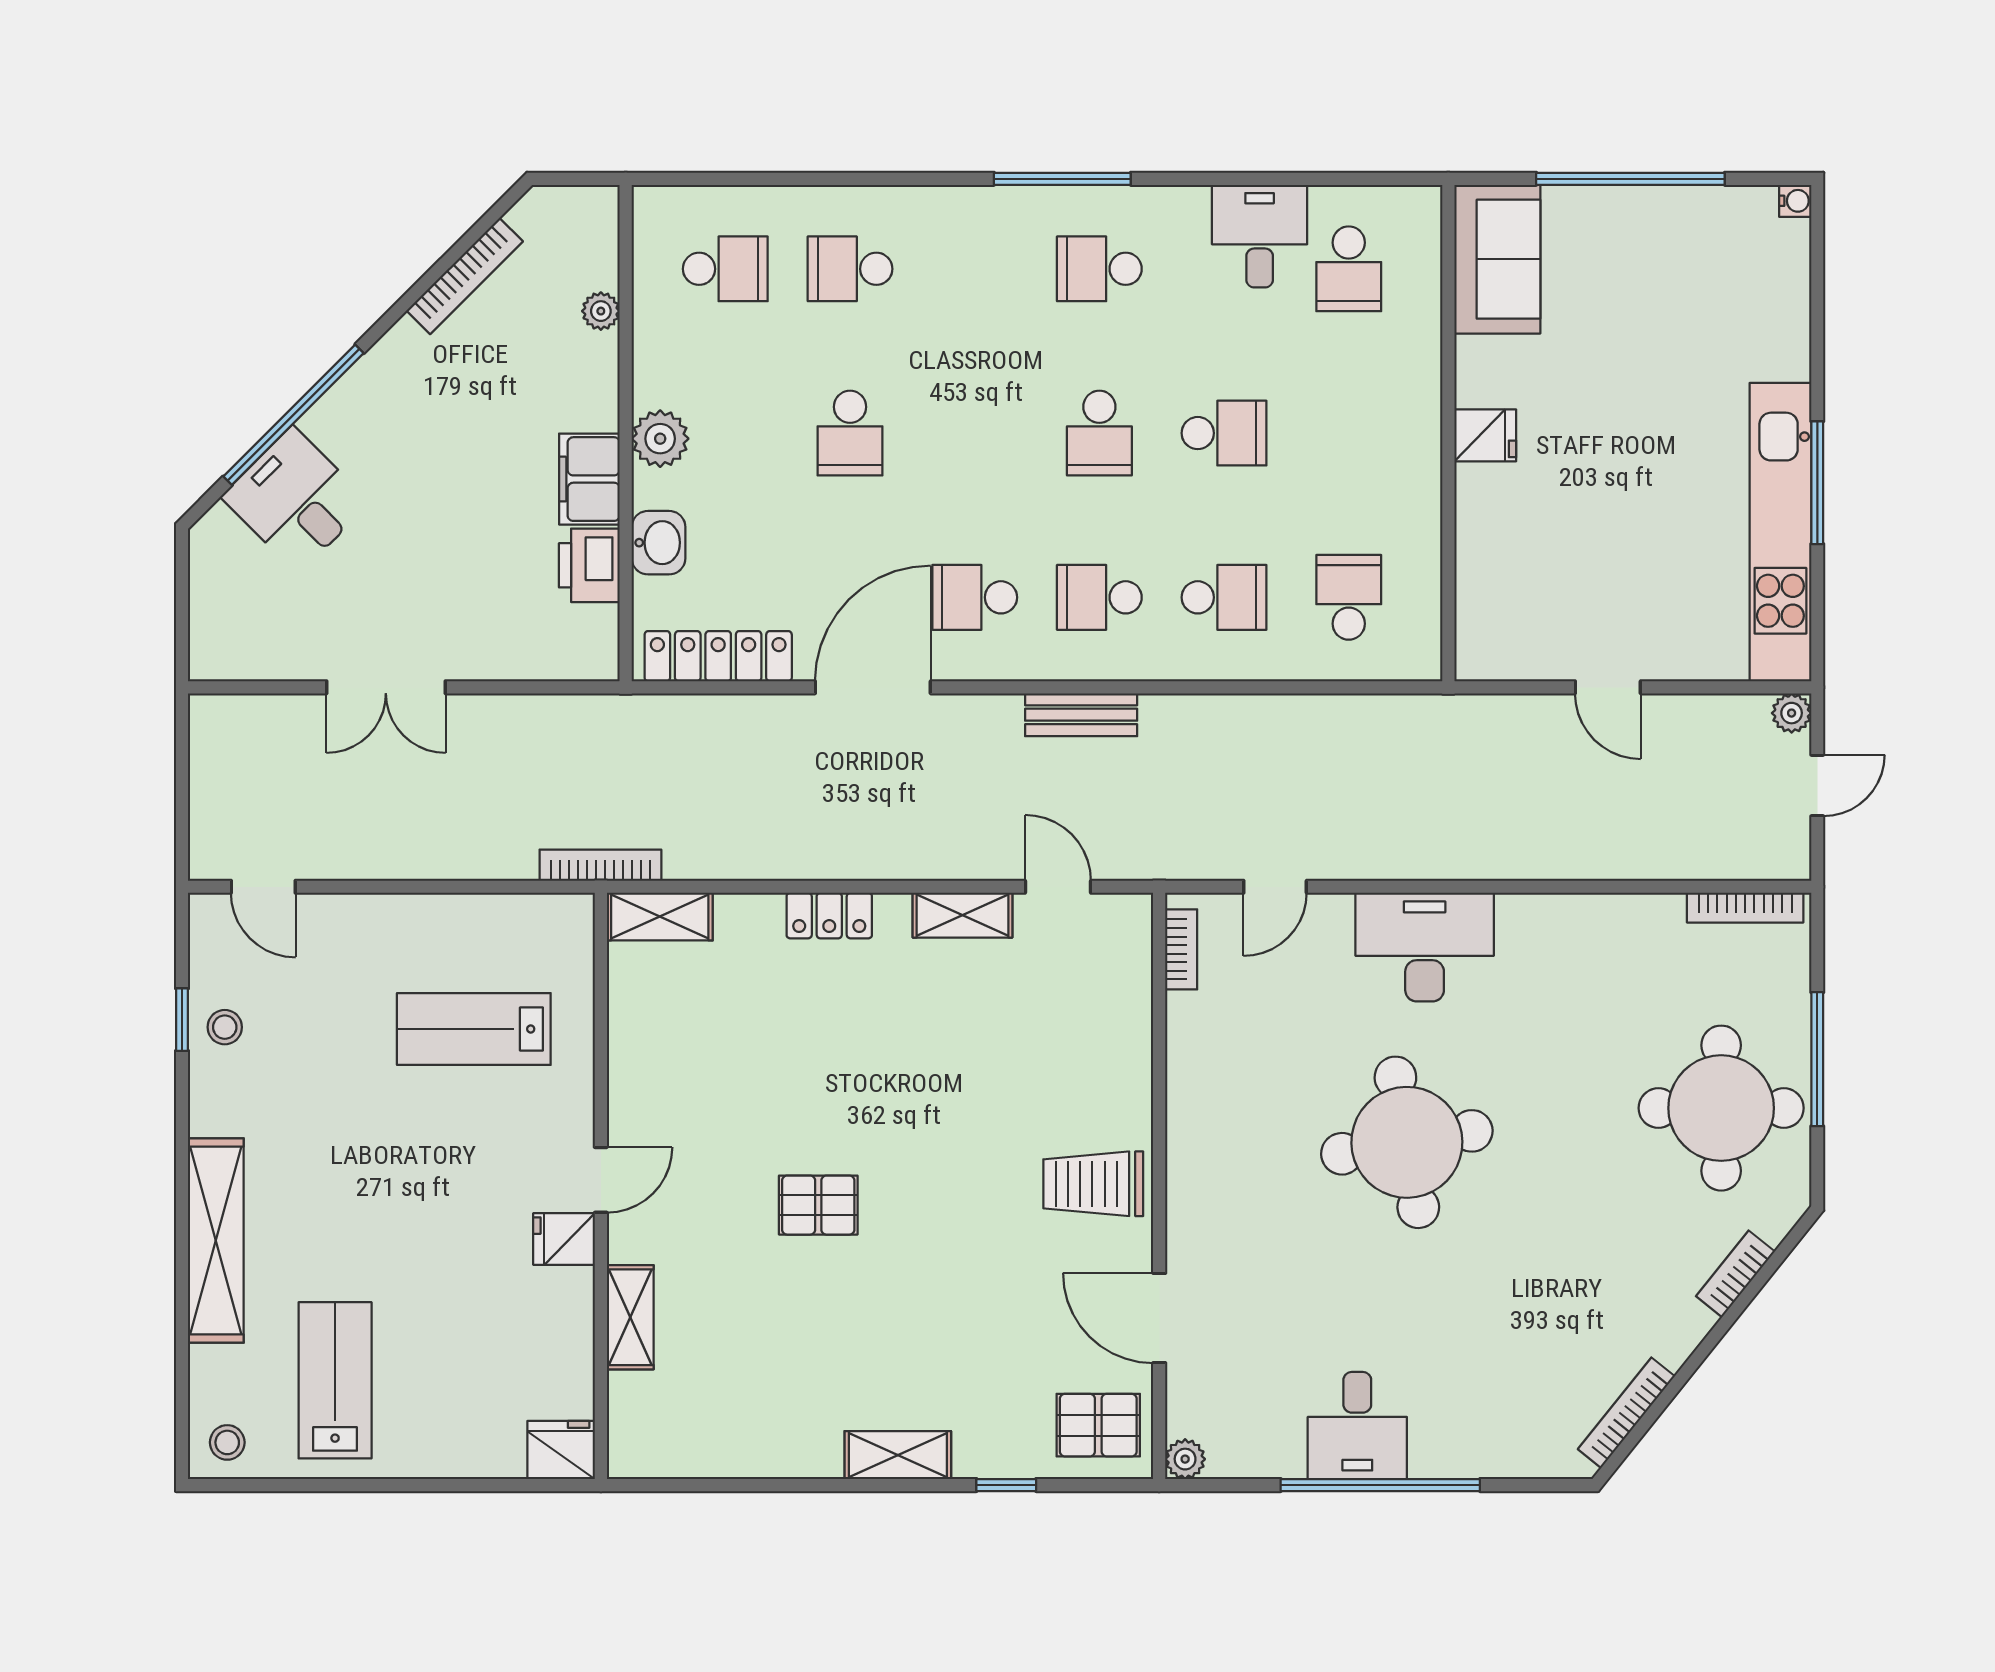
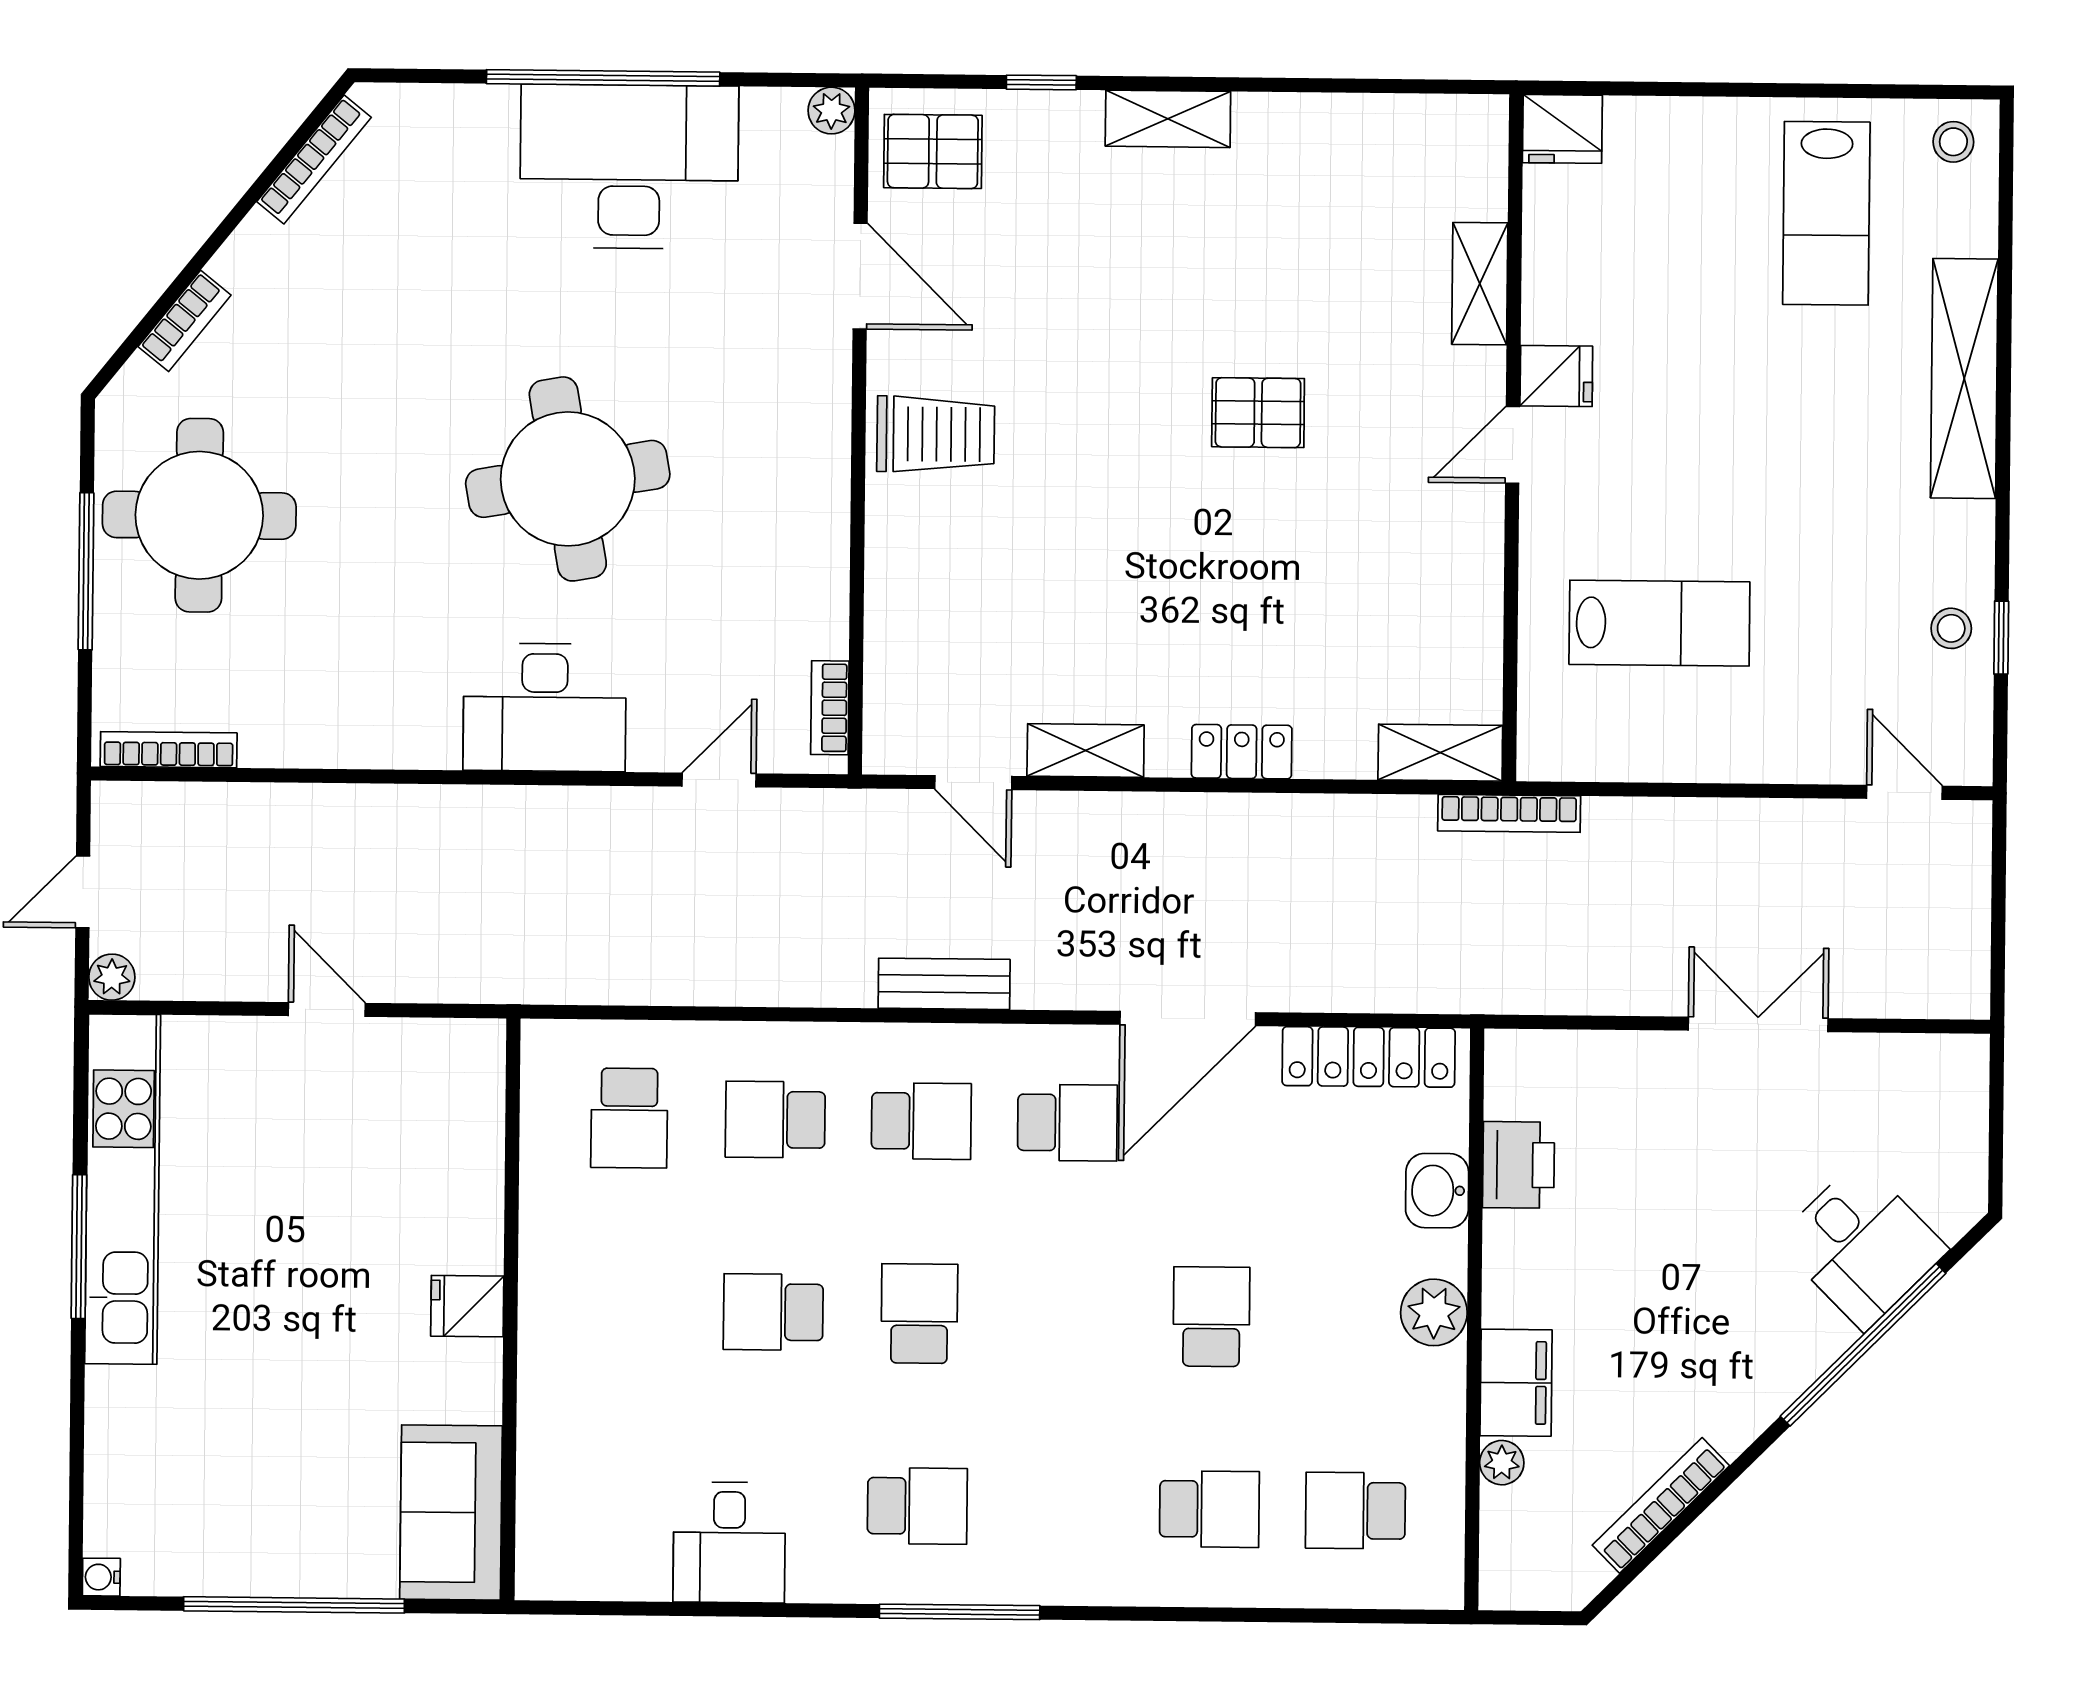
school desk: (1349, 269) -> (625, 1503), removed
filing cabinet: (589, 479) -> (1516, 1383), moved
desk: (1357, 1425) -> (629, 167), width x1.87, depth x1.30

